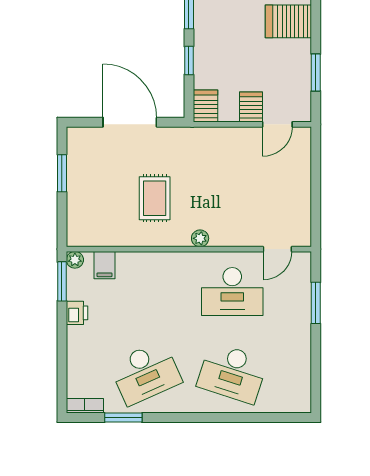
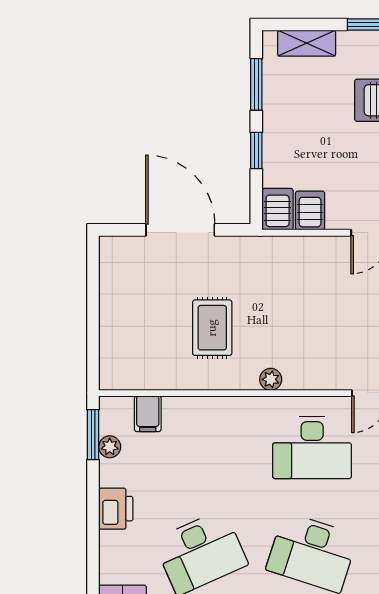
server rack: (251, 107) -> (310, 210), moved
window: (62, 173) -> (93, 295), removed
plant: (75, 260) -> (110, 447), moved
printer: (77, 313) -> (116, 509), moved, width x1.36, depth x1.24

